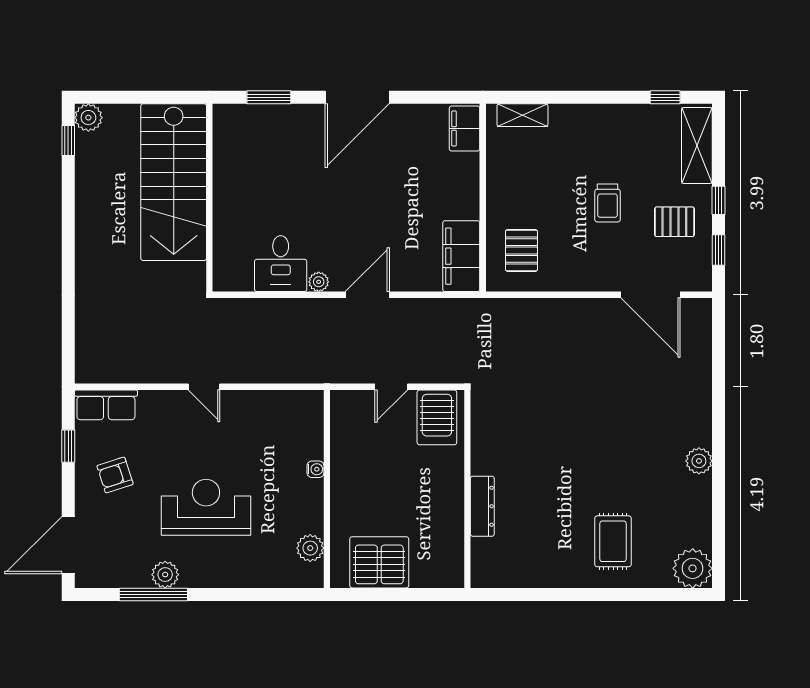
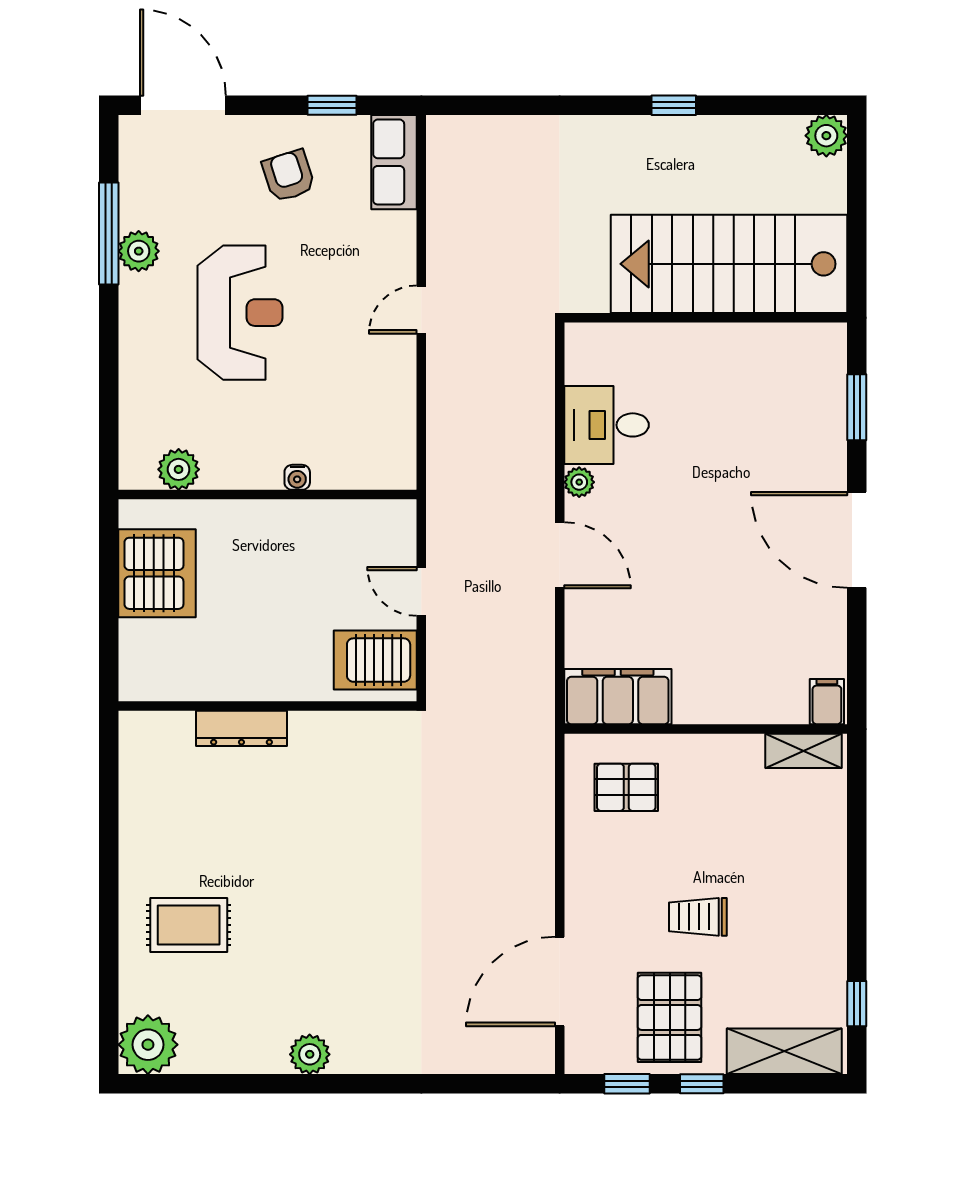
shelving: (522, 115) -> (803, 751), moved, turned 90
filing cabinet: (465, 128) -> (827, 702), width x0.50
window: (68, 140) -> (674, 105), moved
pallet: (674, 222) -> (670, 1017), width x1.50, depth x1.42

